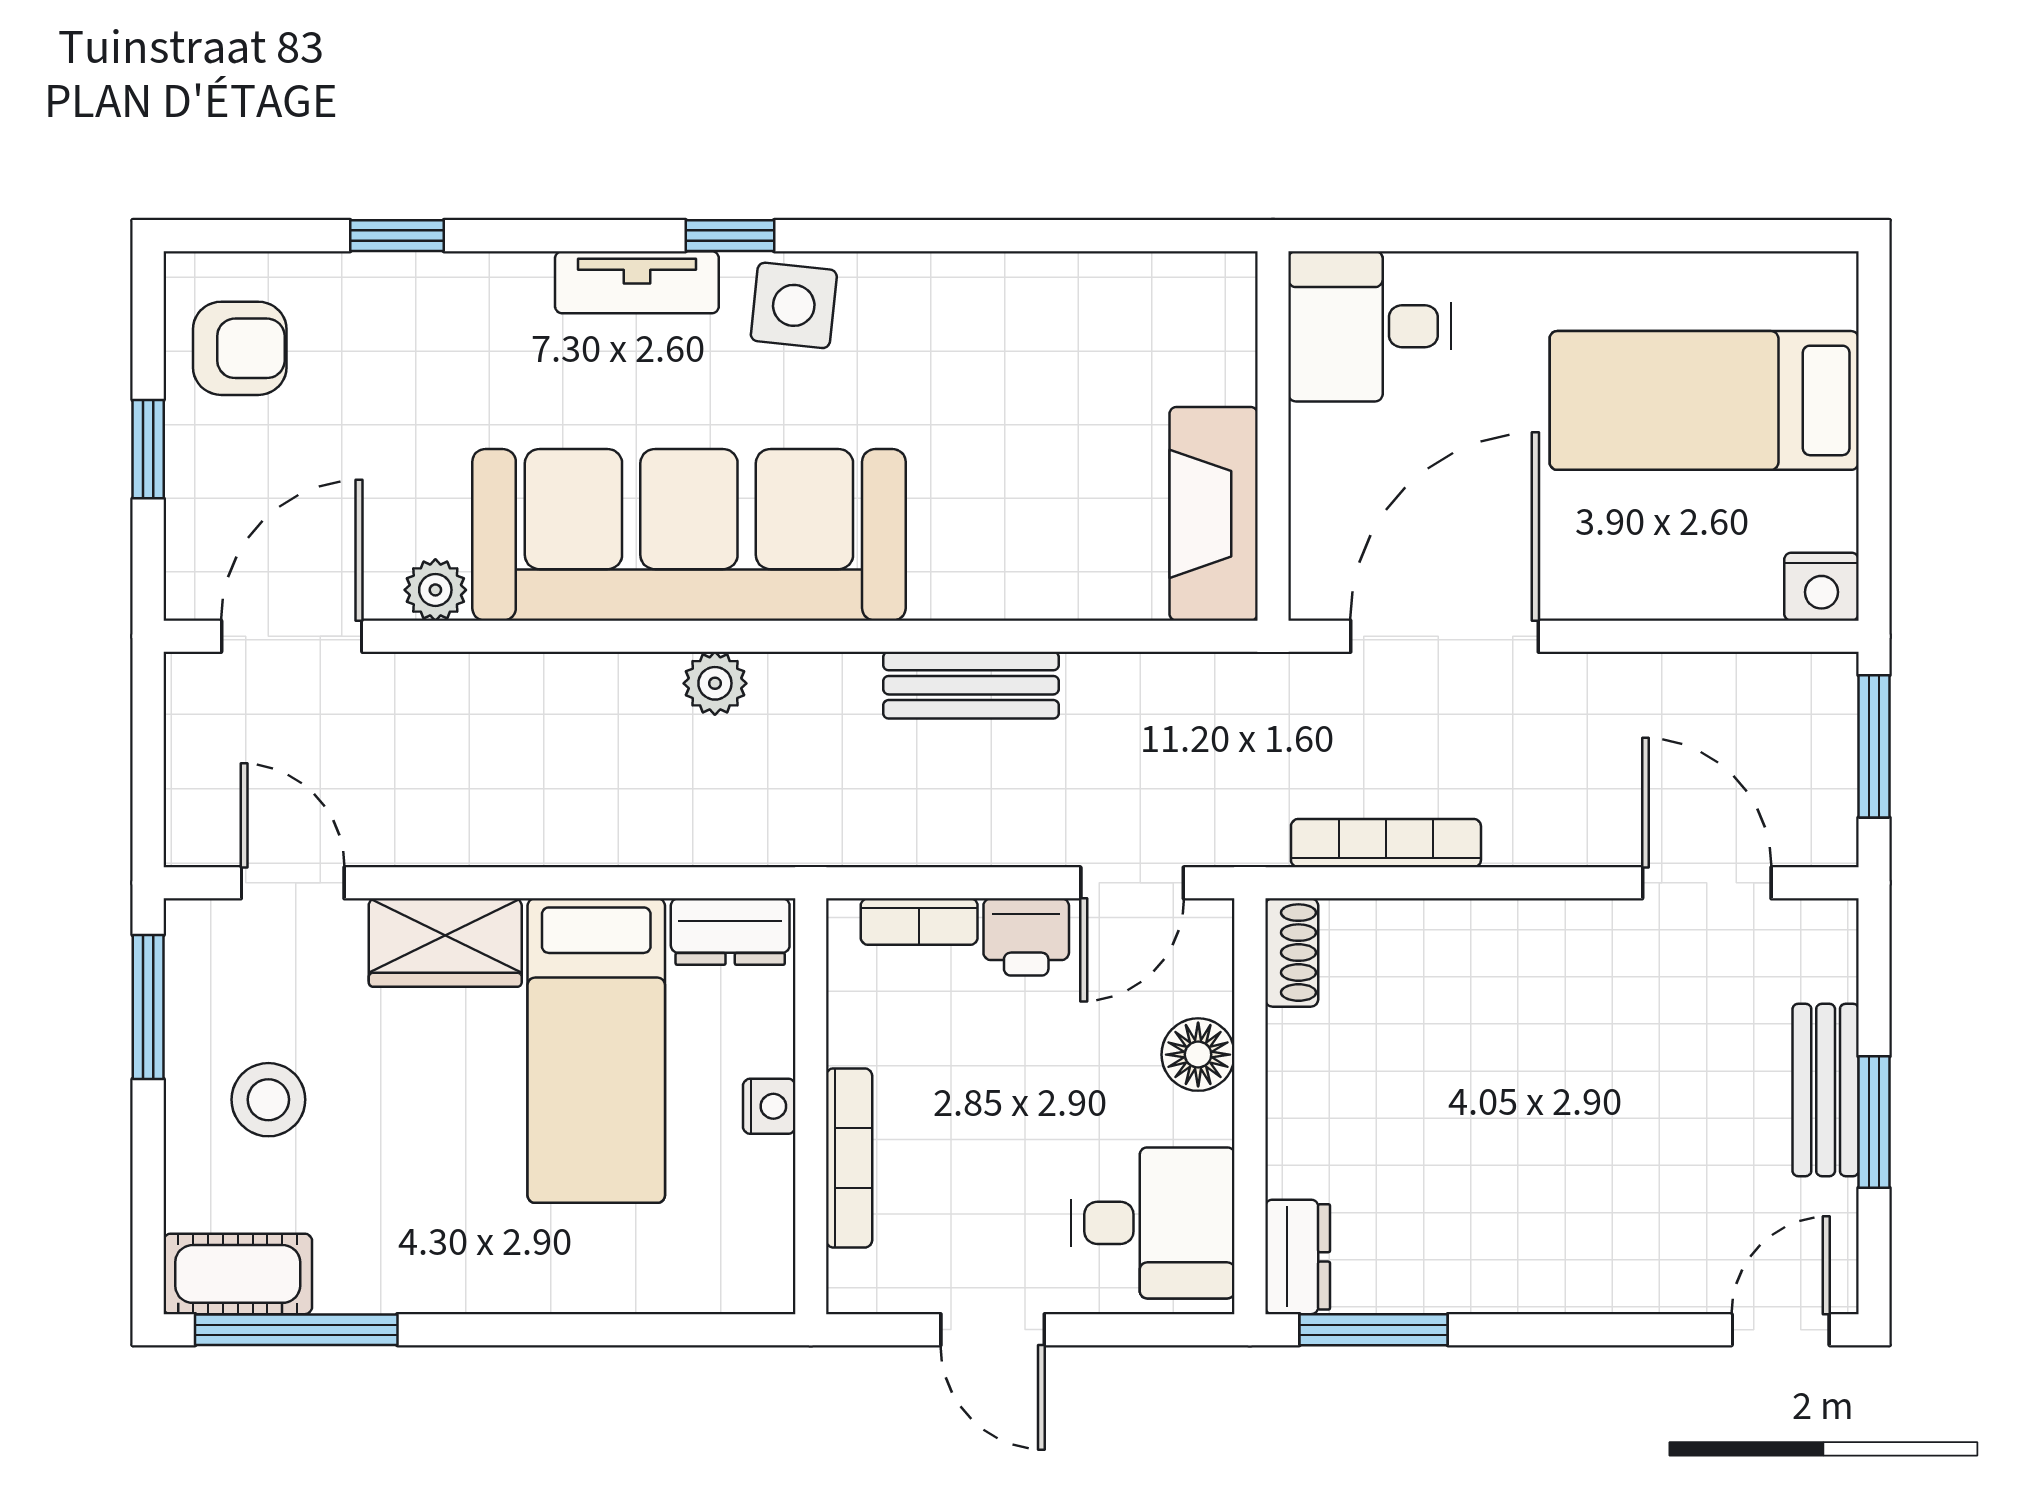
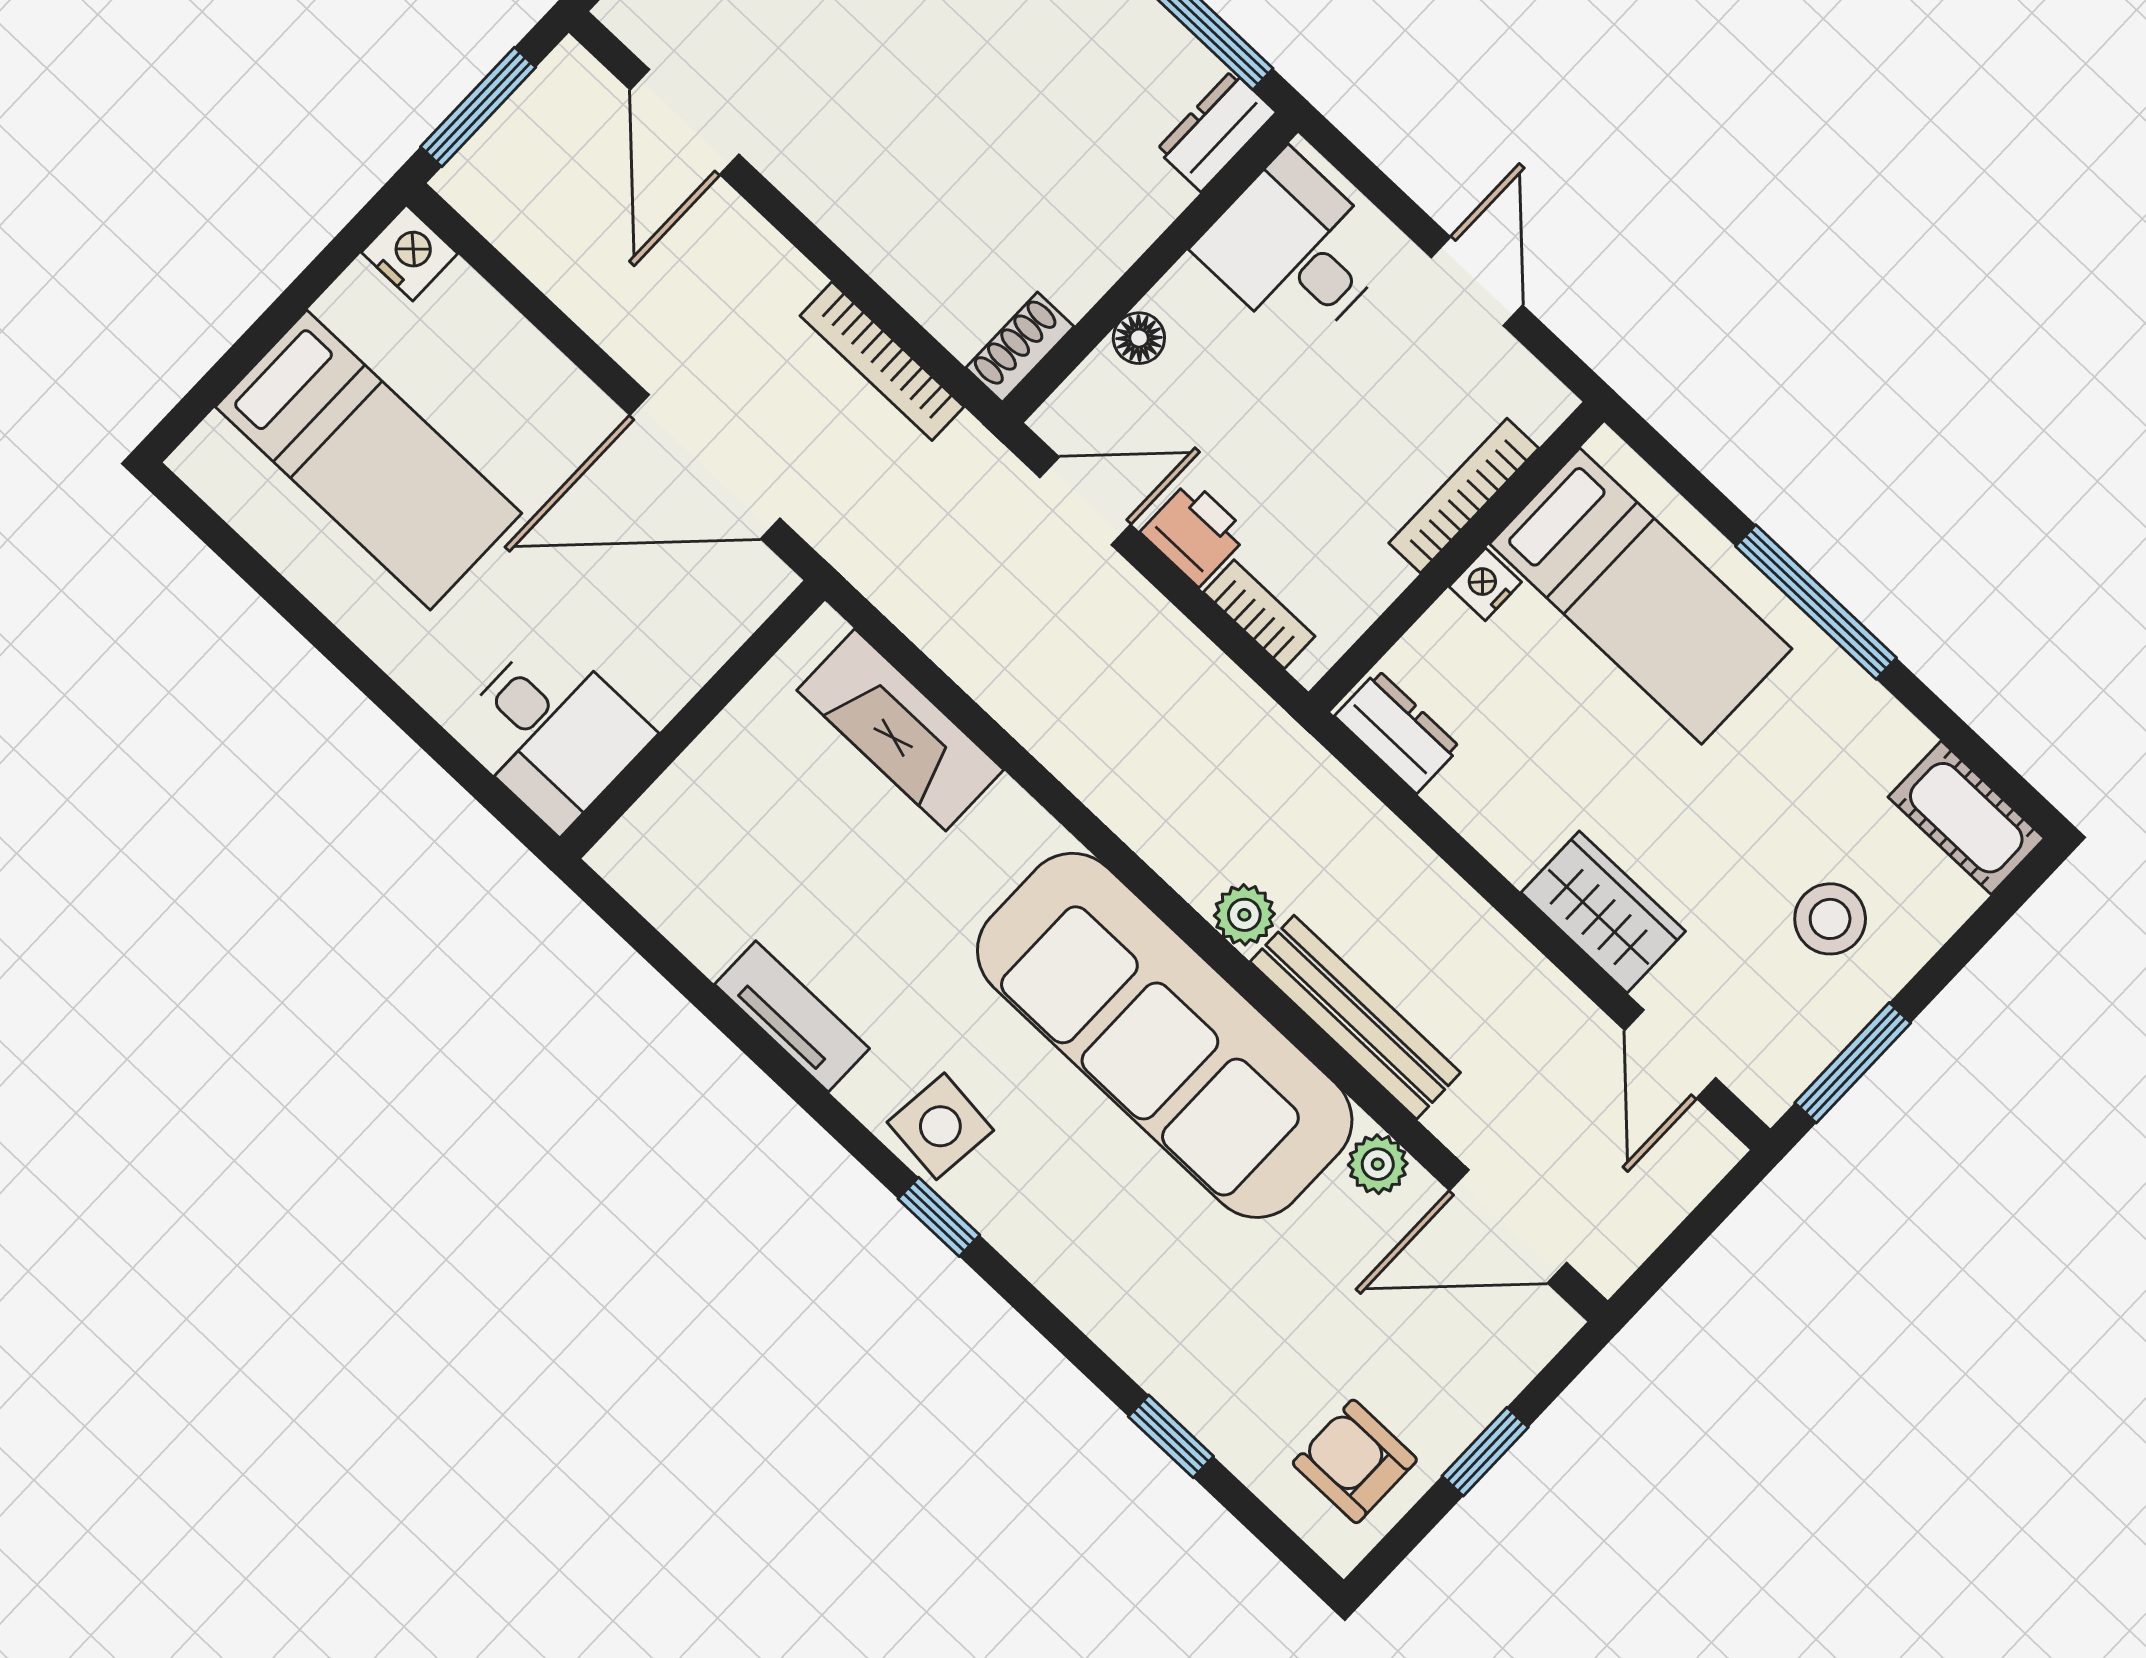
tv unit: (637, 282) -> (792, 1016), moved
fireplace: (1214, 514) -> (900, 730), moved, turned 90
bench: (971, 685) -> (1355, 1017), moved, width x1.36
bed: (596, 1051) -> (1641, 596), moved, turned 90
floor lamp: (1198, 1055) -> (1139, 338), width x0.73, depth x0.73
window: (296, 1330) -> (1816, 602), moved

